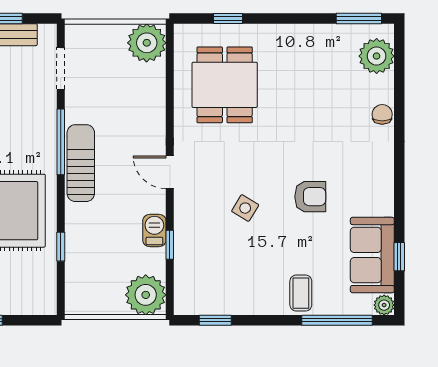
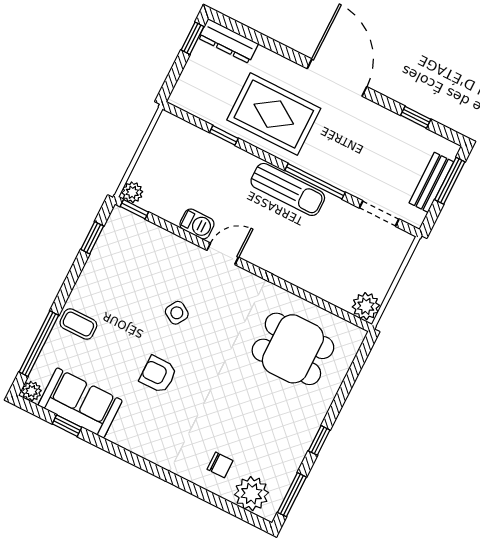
window: (228, 18) -> (319, 440), moved
plant: (147, 43) -> (366, 306), width x0.73, depth x0.73
chair: (382, 114) -> (220, 465), moved
door: (170, 172) -> (223, 254), moved
armchair: (310, 197) -> (158, 374), turned 90
window: (170, 245) -> (134, 209), moved
plant: (146, 295) -> (132, 192), width x0.53, depth x0.53

